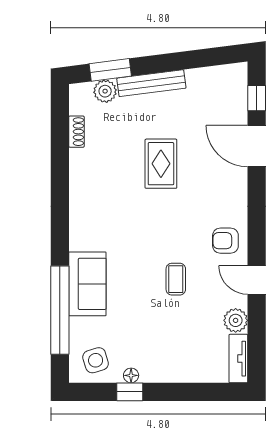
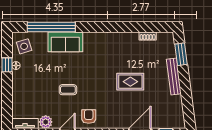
plant: (105, 91) -> (169, 51), removed

